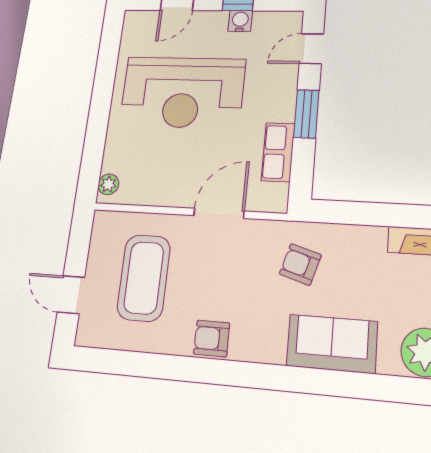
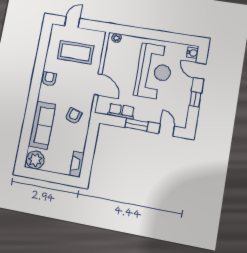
water cooler: (240, 21) -> (193, 53), moved
reception desk: (182, 92) -> (154, 71), turned 180
sofa: (332, 344) -> (42, 125), width x1.36

